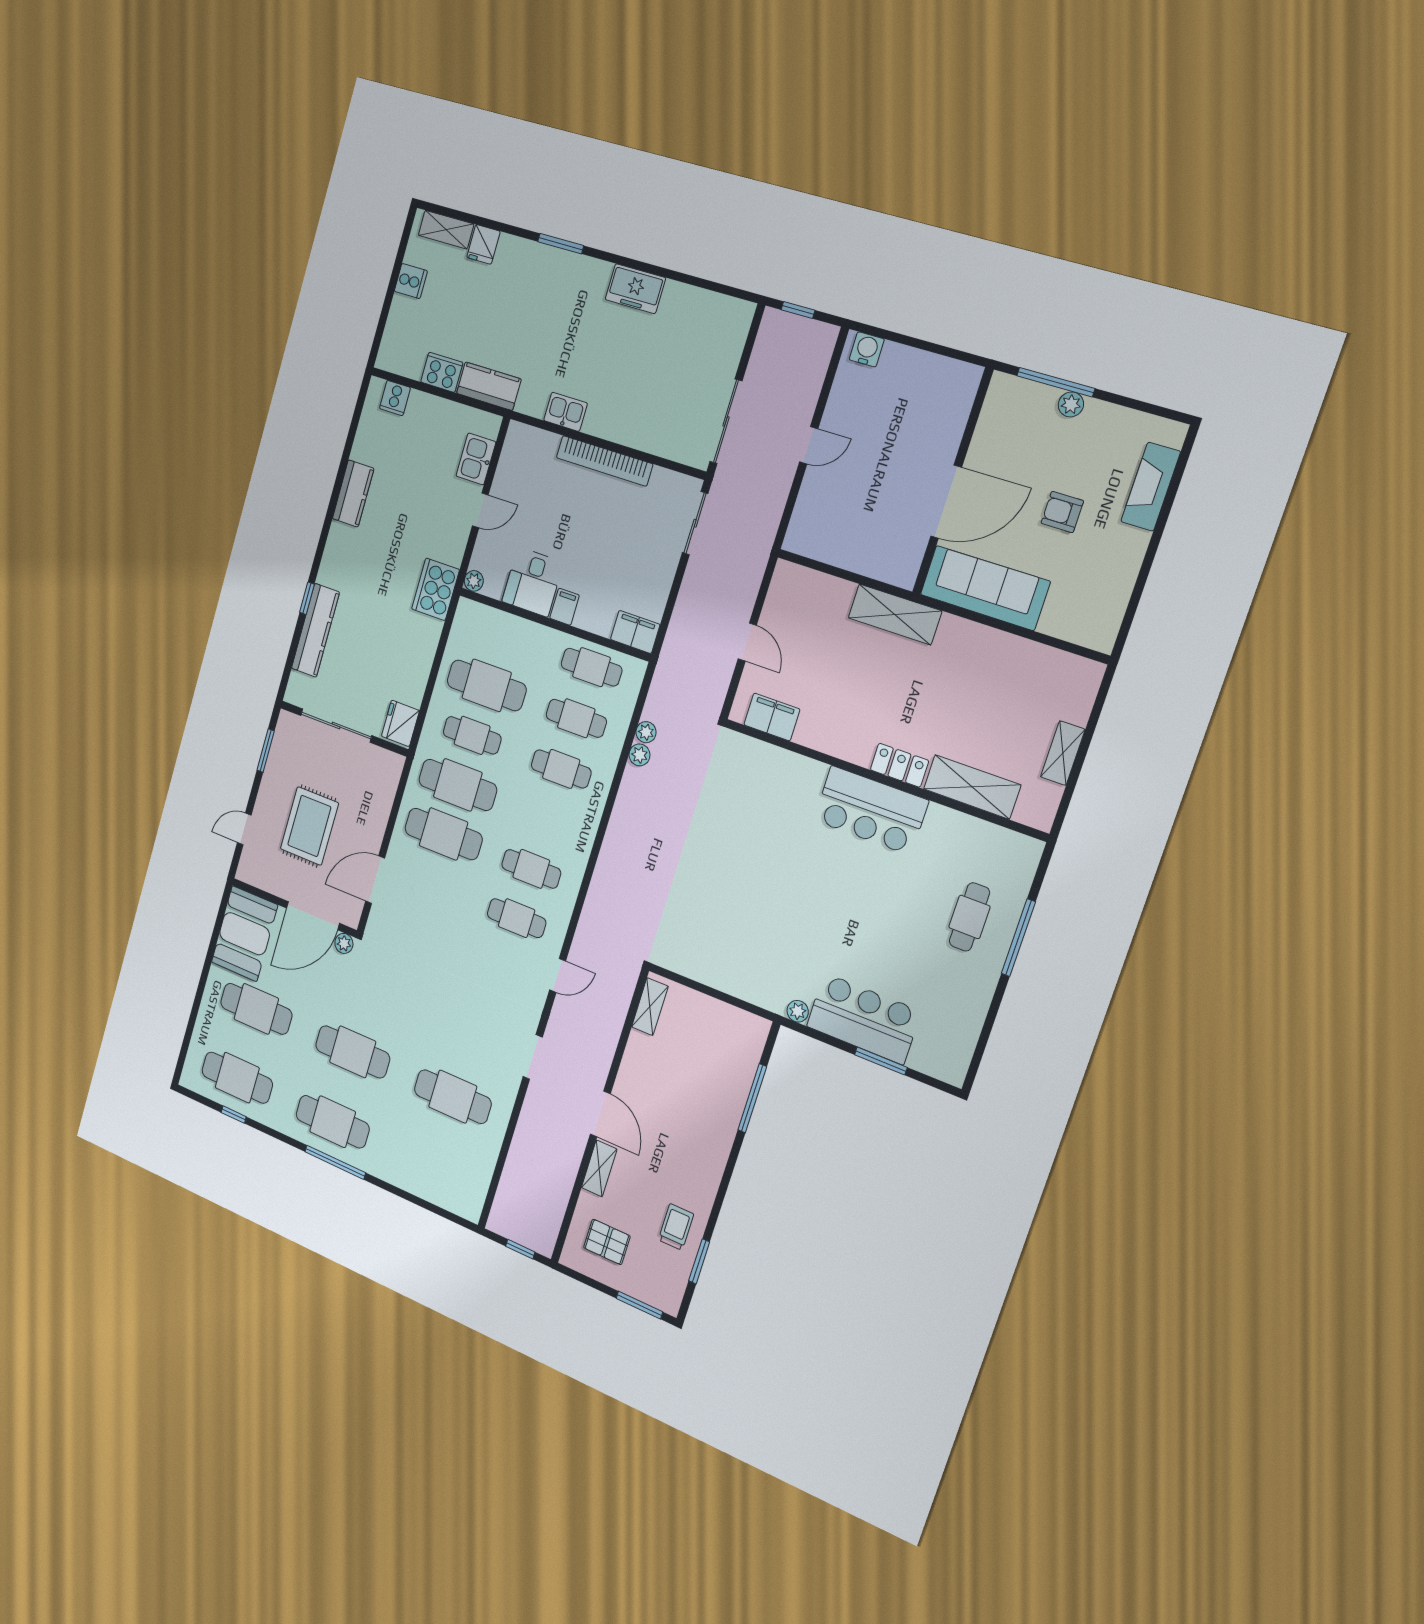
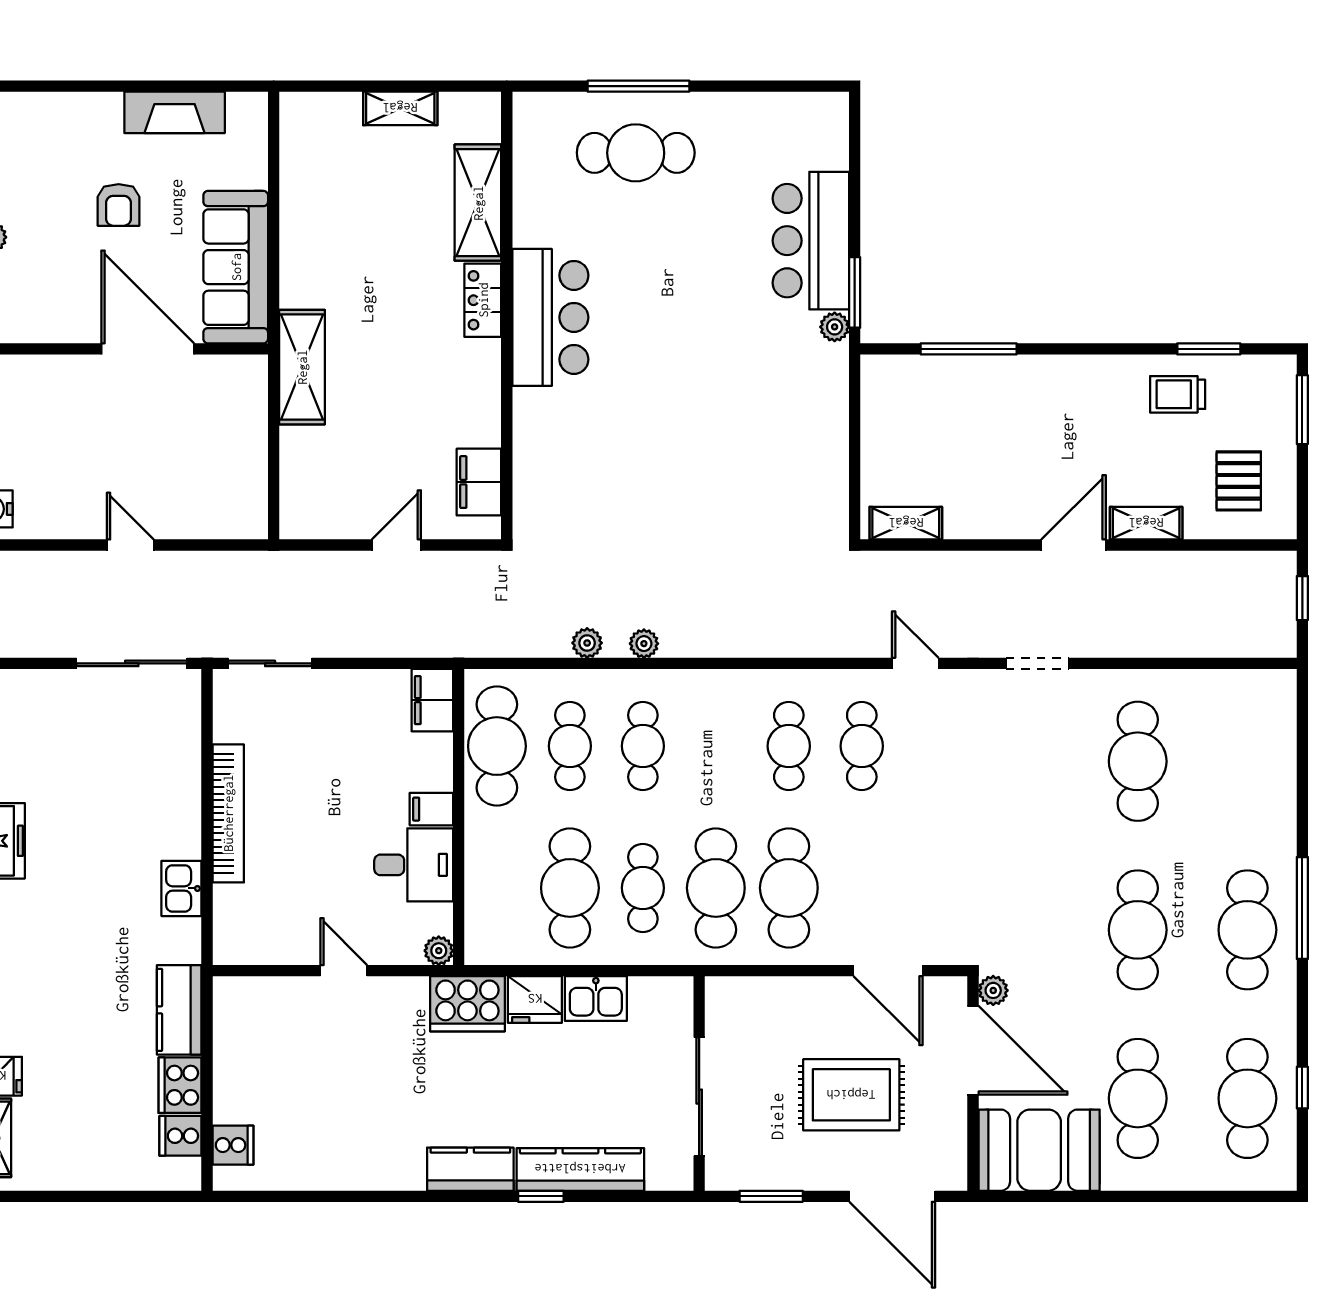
cooker: (411, 281) -> (180, 1136), moved, turned -90
kitchen sink: (476, 459) -> (596, 999), moved
fireplace: (1151, 487) -> (175, 112), moved
kitchen counter: (353, 494) -> (470, 1169), moved
cafe table: (591, 667) -> (497, 746), width x1.37, depth x1.35
fridge: (400, 723) -> (535, 999), moved
plant: (646, 732) -> (644, 644), moved
door: (244, 829) -> (892, 1196), width x1.88
cafe table: (969, 917) -> (636, 153), width x1.37, depth x1.35
window: (881, 1061) -> (855, 292), moved

